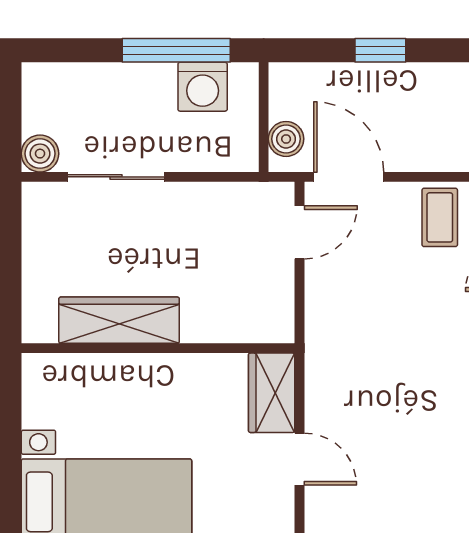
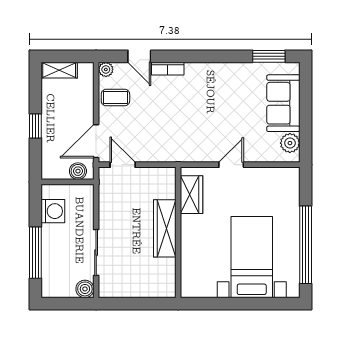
window: (176, 50) -> (35, 253), moved
wardrobe: (119, 320) -> (165, 228), moved
wardrobe: (272, 393) -> (191, 195), moved, turned -90

